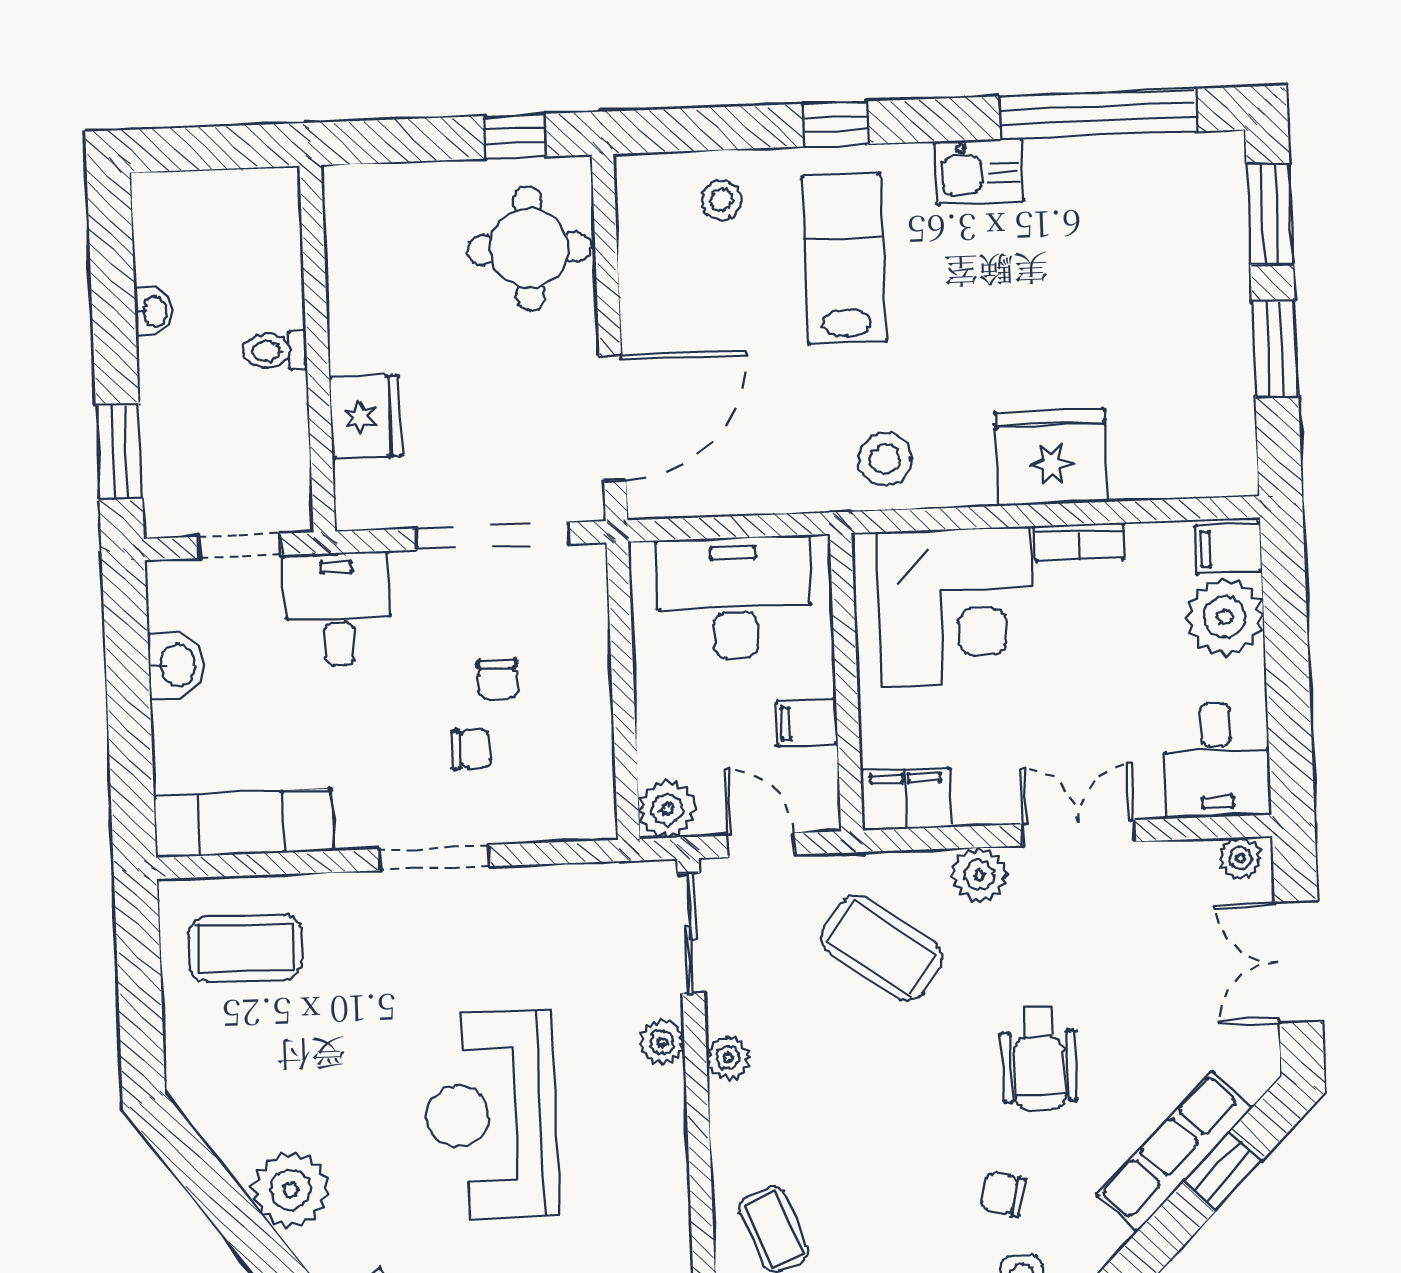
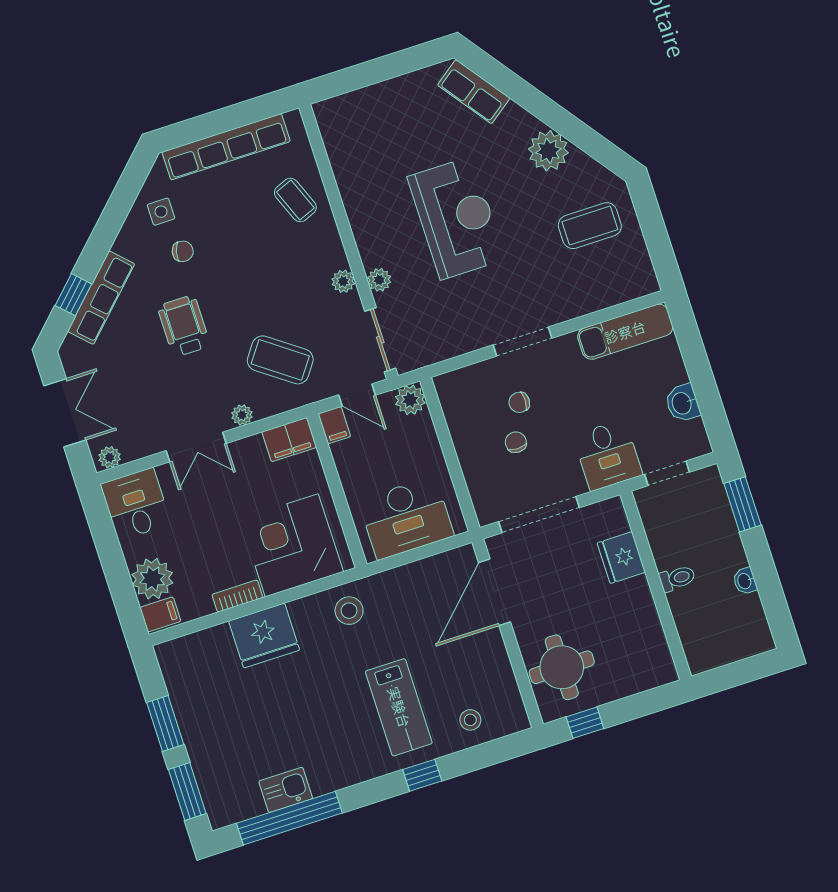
kitchen sink: (979, 171) -> (286, 790), moved
filing cabinet: (807, 723) -> (334, 425), moved, turned 90
plant: (979, 875) -> (242, 415), width x0.73, depth x0.73
coffee table: (245, 948) -> (590, 226), moved

